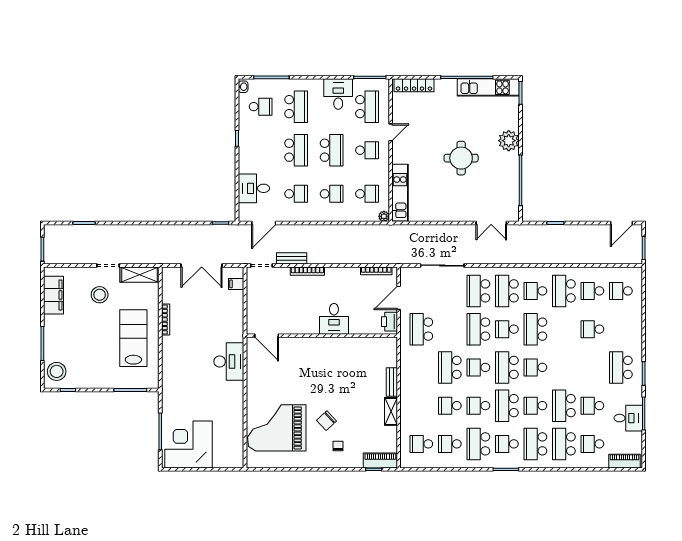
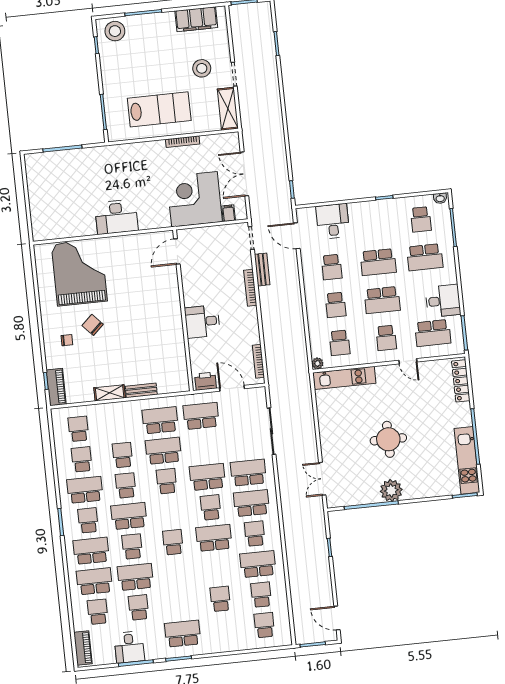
plant: (509, 141) -> (391, 490), moved
desk: (229, 361) -> (116, 217), moved
school desk: (507, 367) -> (160, 420), moved
corner desk: (188, 444) -> (194, 199), moved, turned -90

